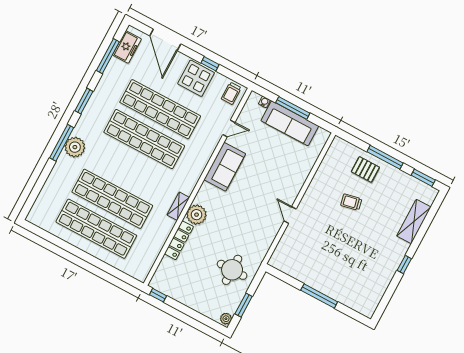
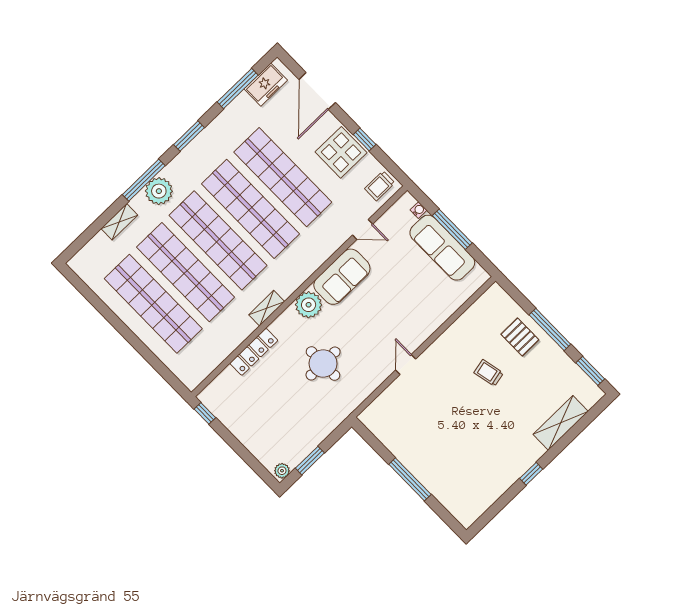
shop shelf: (128, 169) -> (218, 240), added
shelving: (54, 178) -> (119, 222), added
plant: (197, 215) -> (309, 305), moved
round table: (232, 270) -> (323, 363), moved

